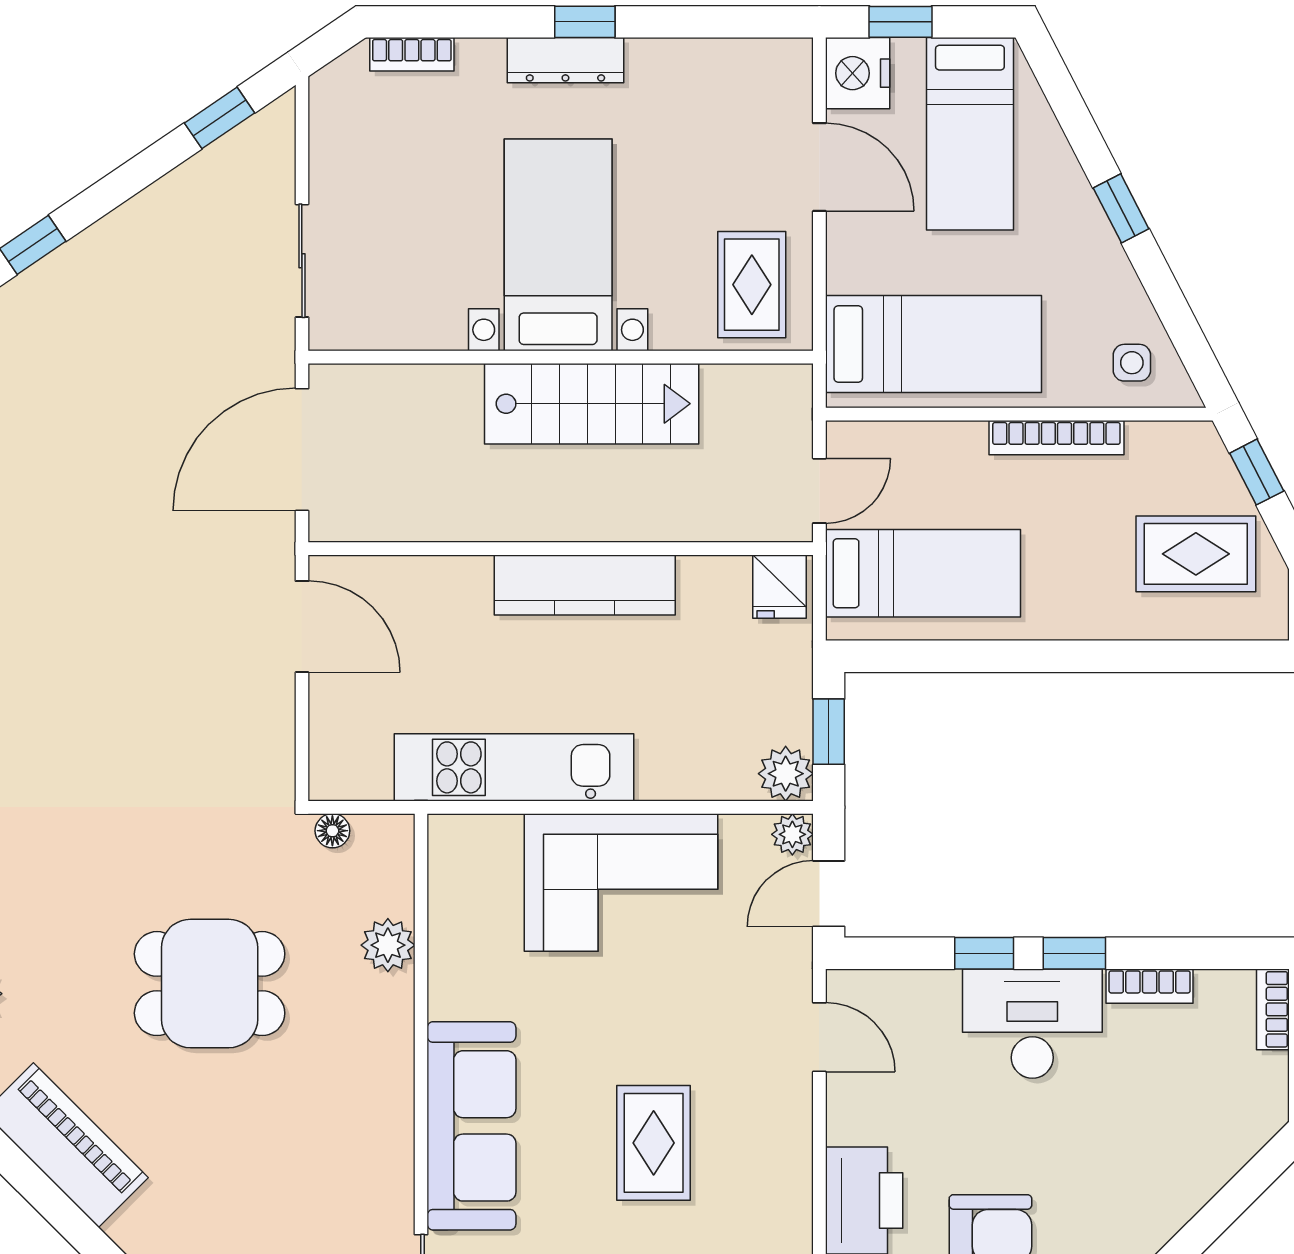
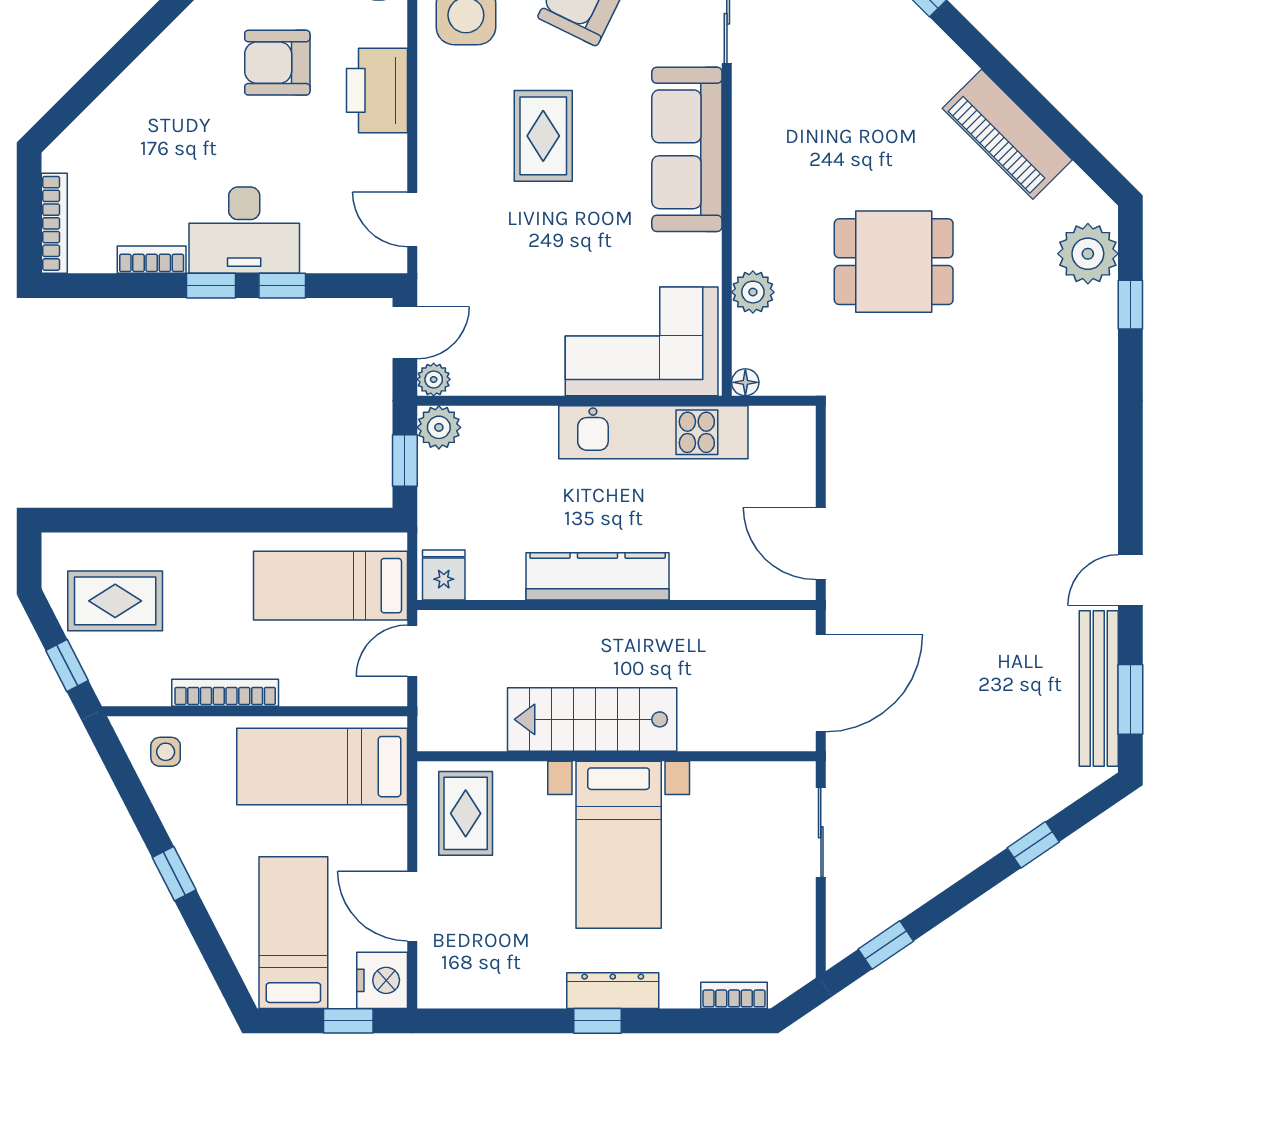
floor lamp: (332, 831) -> (745, 382), moved
corner sofa: (621, 883) -> (642, 341), moved
bookcase: (1273, 1009) -> (54, 223), width x1.56

